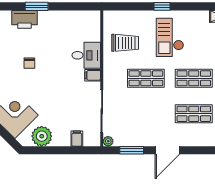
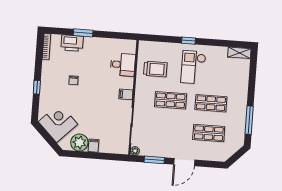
desk: (86, 55) -> (123, 65), moved
filing cabinet: (77, 139) -> (93, 146), moved

